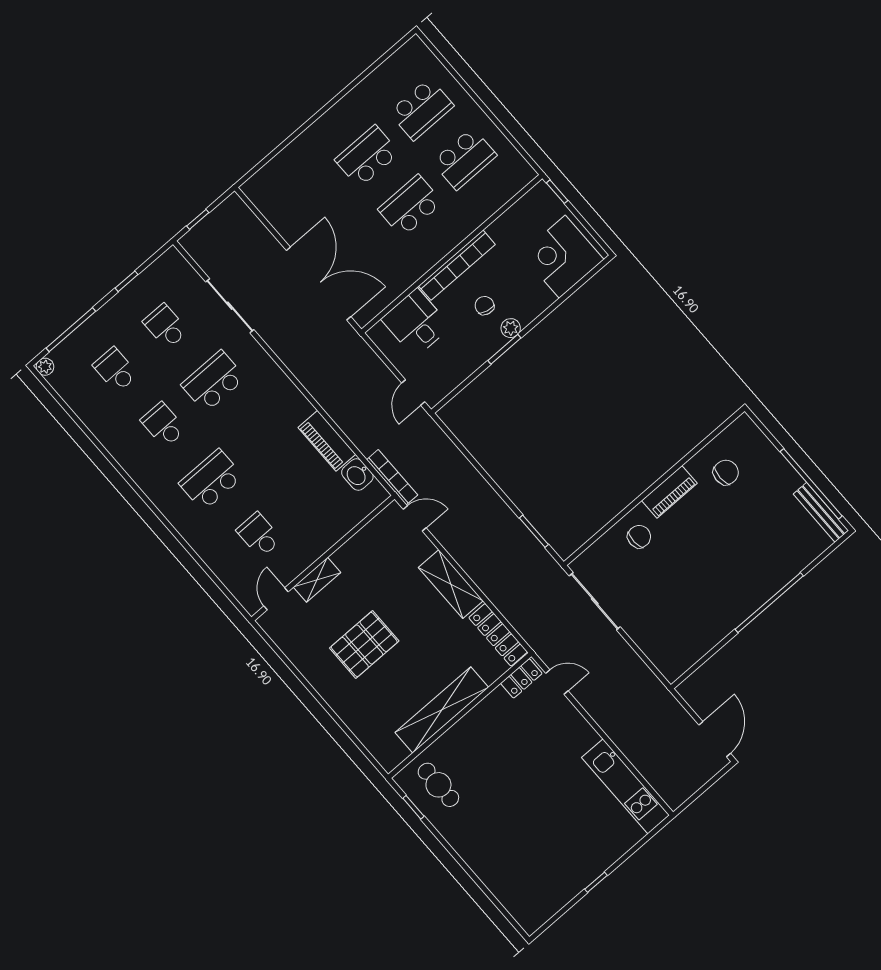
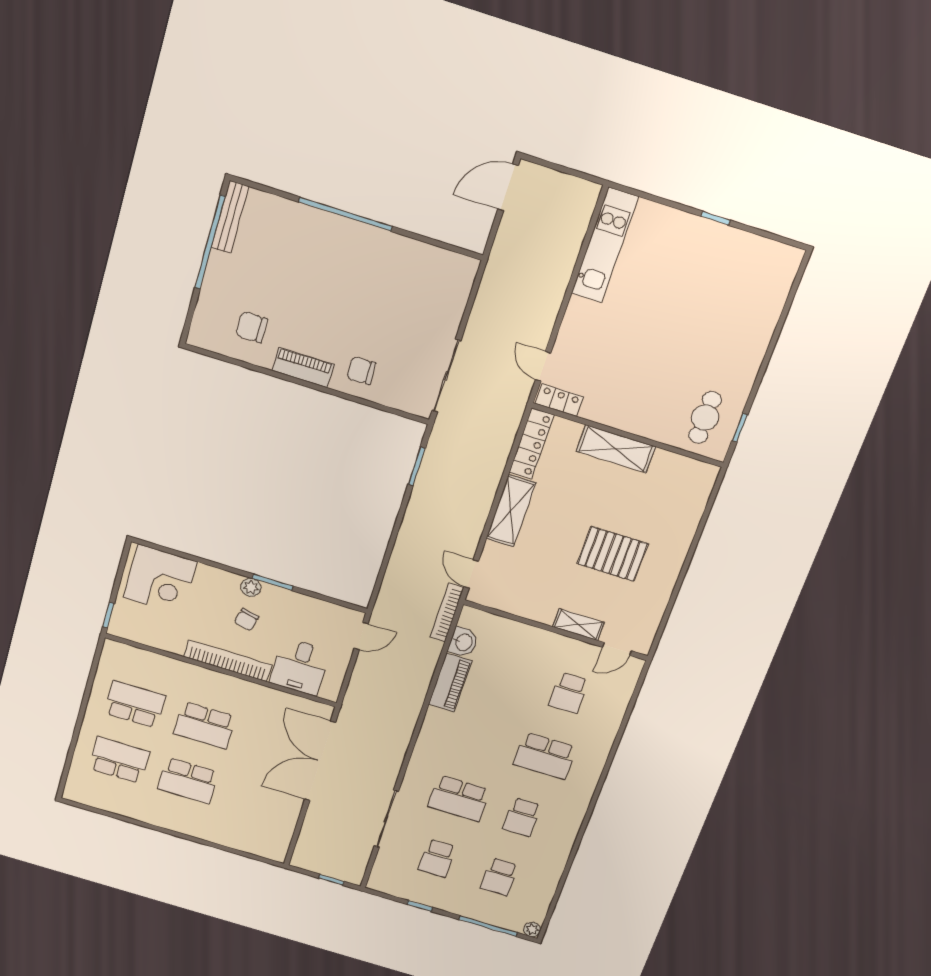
shelving: (442, 710) -> (616, 449), width x0.68

